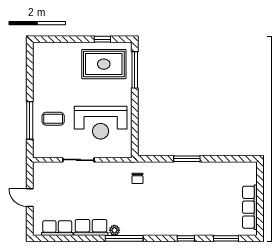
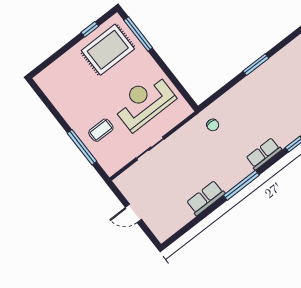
reception desk: (101, 123) -> (144, 102), turned 180
window: (187, 159) -> (256, 65), moved
row of seats: (57, 228) -> (264, 154), moved
plant: (114, 230) -> (228, 185), removed

